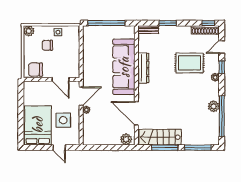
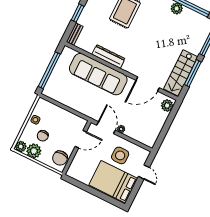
plant: (30, 44) -> (34, 151), added
door: (59, 148) -> (144, 172), hinge flipped

